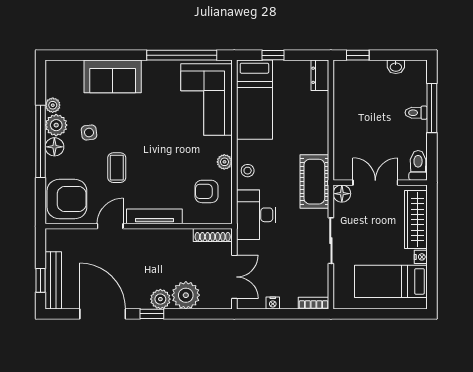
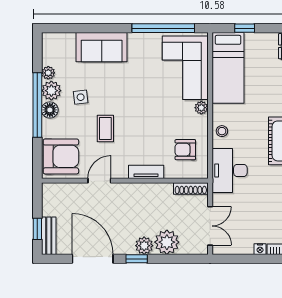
plant: (224, 162) -> (201, 108), moved
tv unit: (154, 216) -> (146, 172), width x0.71
bench: (53, 280) -> (49, 236), width x0.73
nightstand: (273, 303) -> (260, 249), moved

